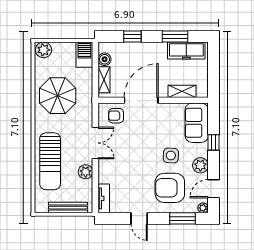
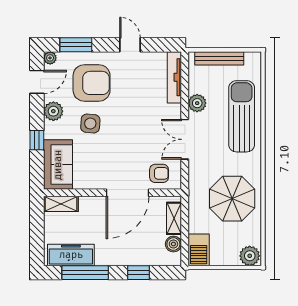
window: (175, 36) -> (85, 273), width x1.44
shelving: (182, 91) -> (61, 204), moved
tv unit: (104, 198) -> (174, 77), width x1.41

